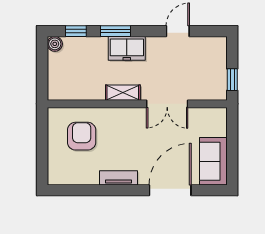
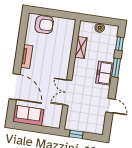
boiler: (55, 44) -> (100, 28), moved
shelving: (123, 93) -> (81, 47), moved
armchair: (82, 136) -> (44, 25), moved

